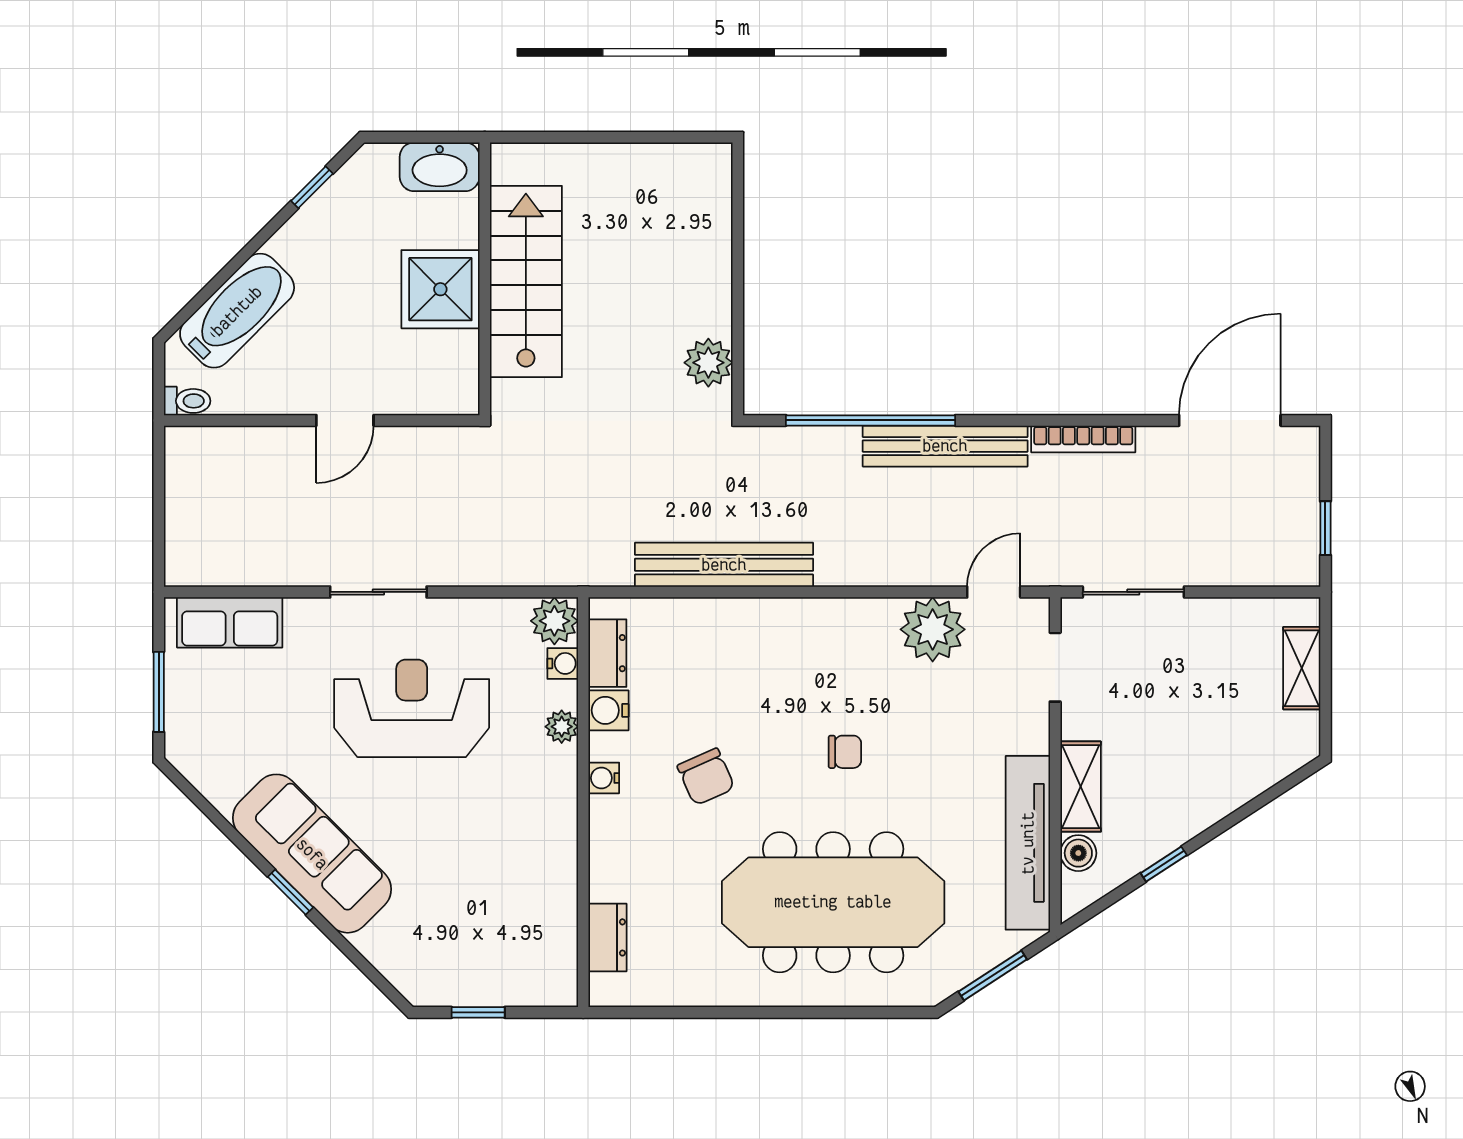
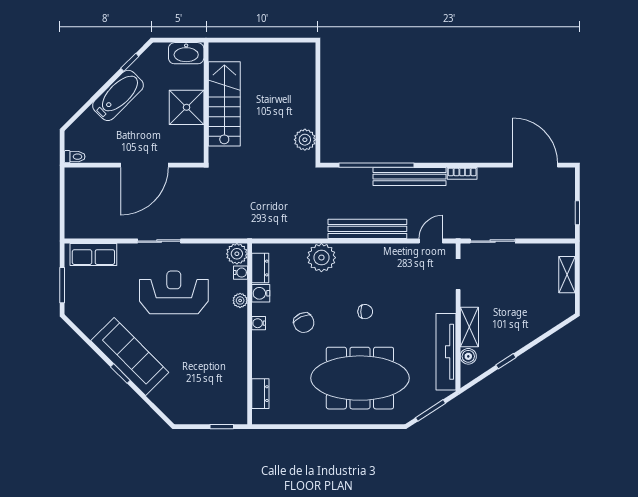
bathtub: (237, 311) -> (118, 95), moved
door: (345, 420) -> (144, 165), width x1.87
door: (1230, 420) -> (535, 165), hinge flipped
bookcase: (1083, 439) -> (462, 173), width x0.64
bench: (724, 565) -> (367, 229), moved
plant: (933, 629) -> (321, 258), moved
window: (478, 1012) -> (222, 427), moved

